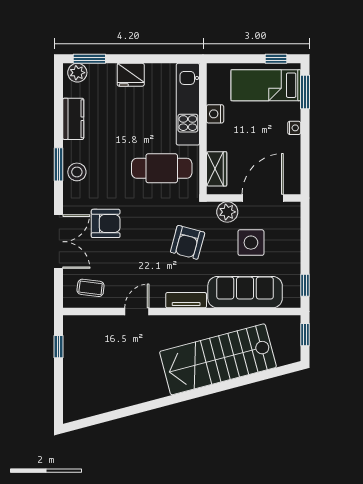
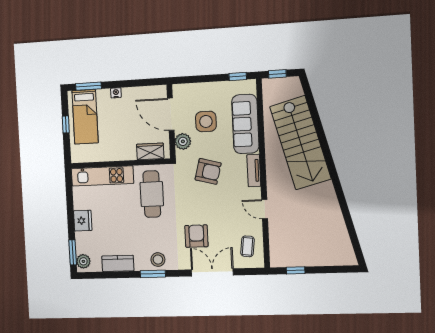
window: (276, 59) -> (66, 124), moved
nightstand: (215, 114) -> (109, 155), removed

